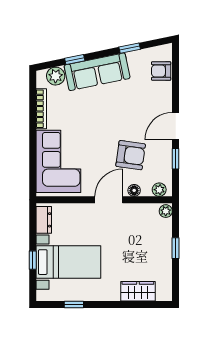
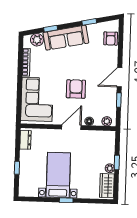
armchair: (161, 71) -> (111, 39), turned -90
armchair: (131, 155) -> (76, 89), moved, turned -98
plant: (166, 211) -> (110, 168), moved
bed with nightstands: (68, 262) -> (58, 175), moved, turned -90
wardrobe: (138, 291) -> (107, 186), moved, turned -90
window: (74, 304) -> (66, 200), moved

